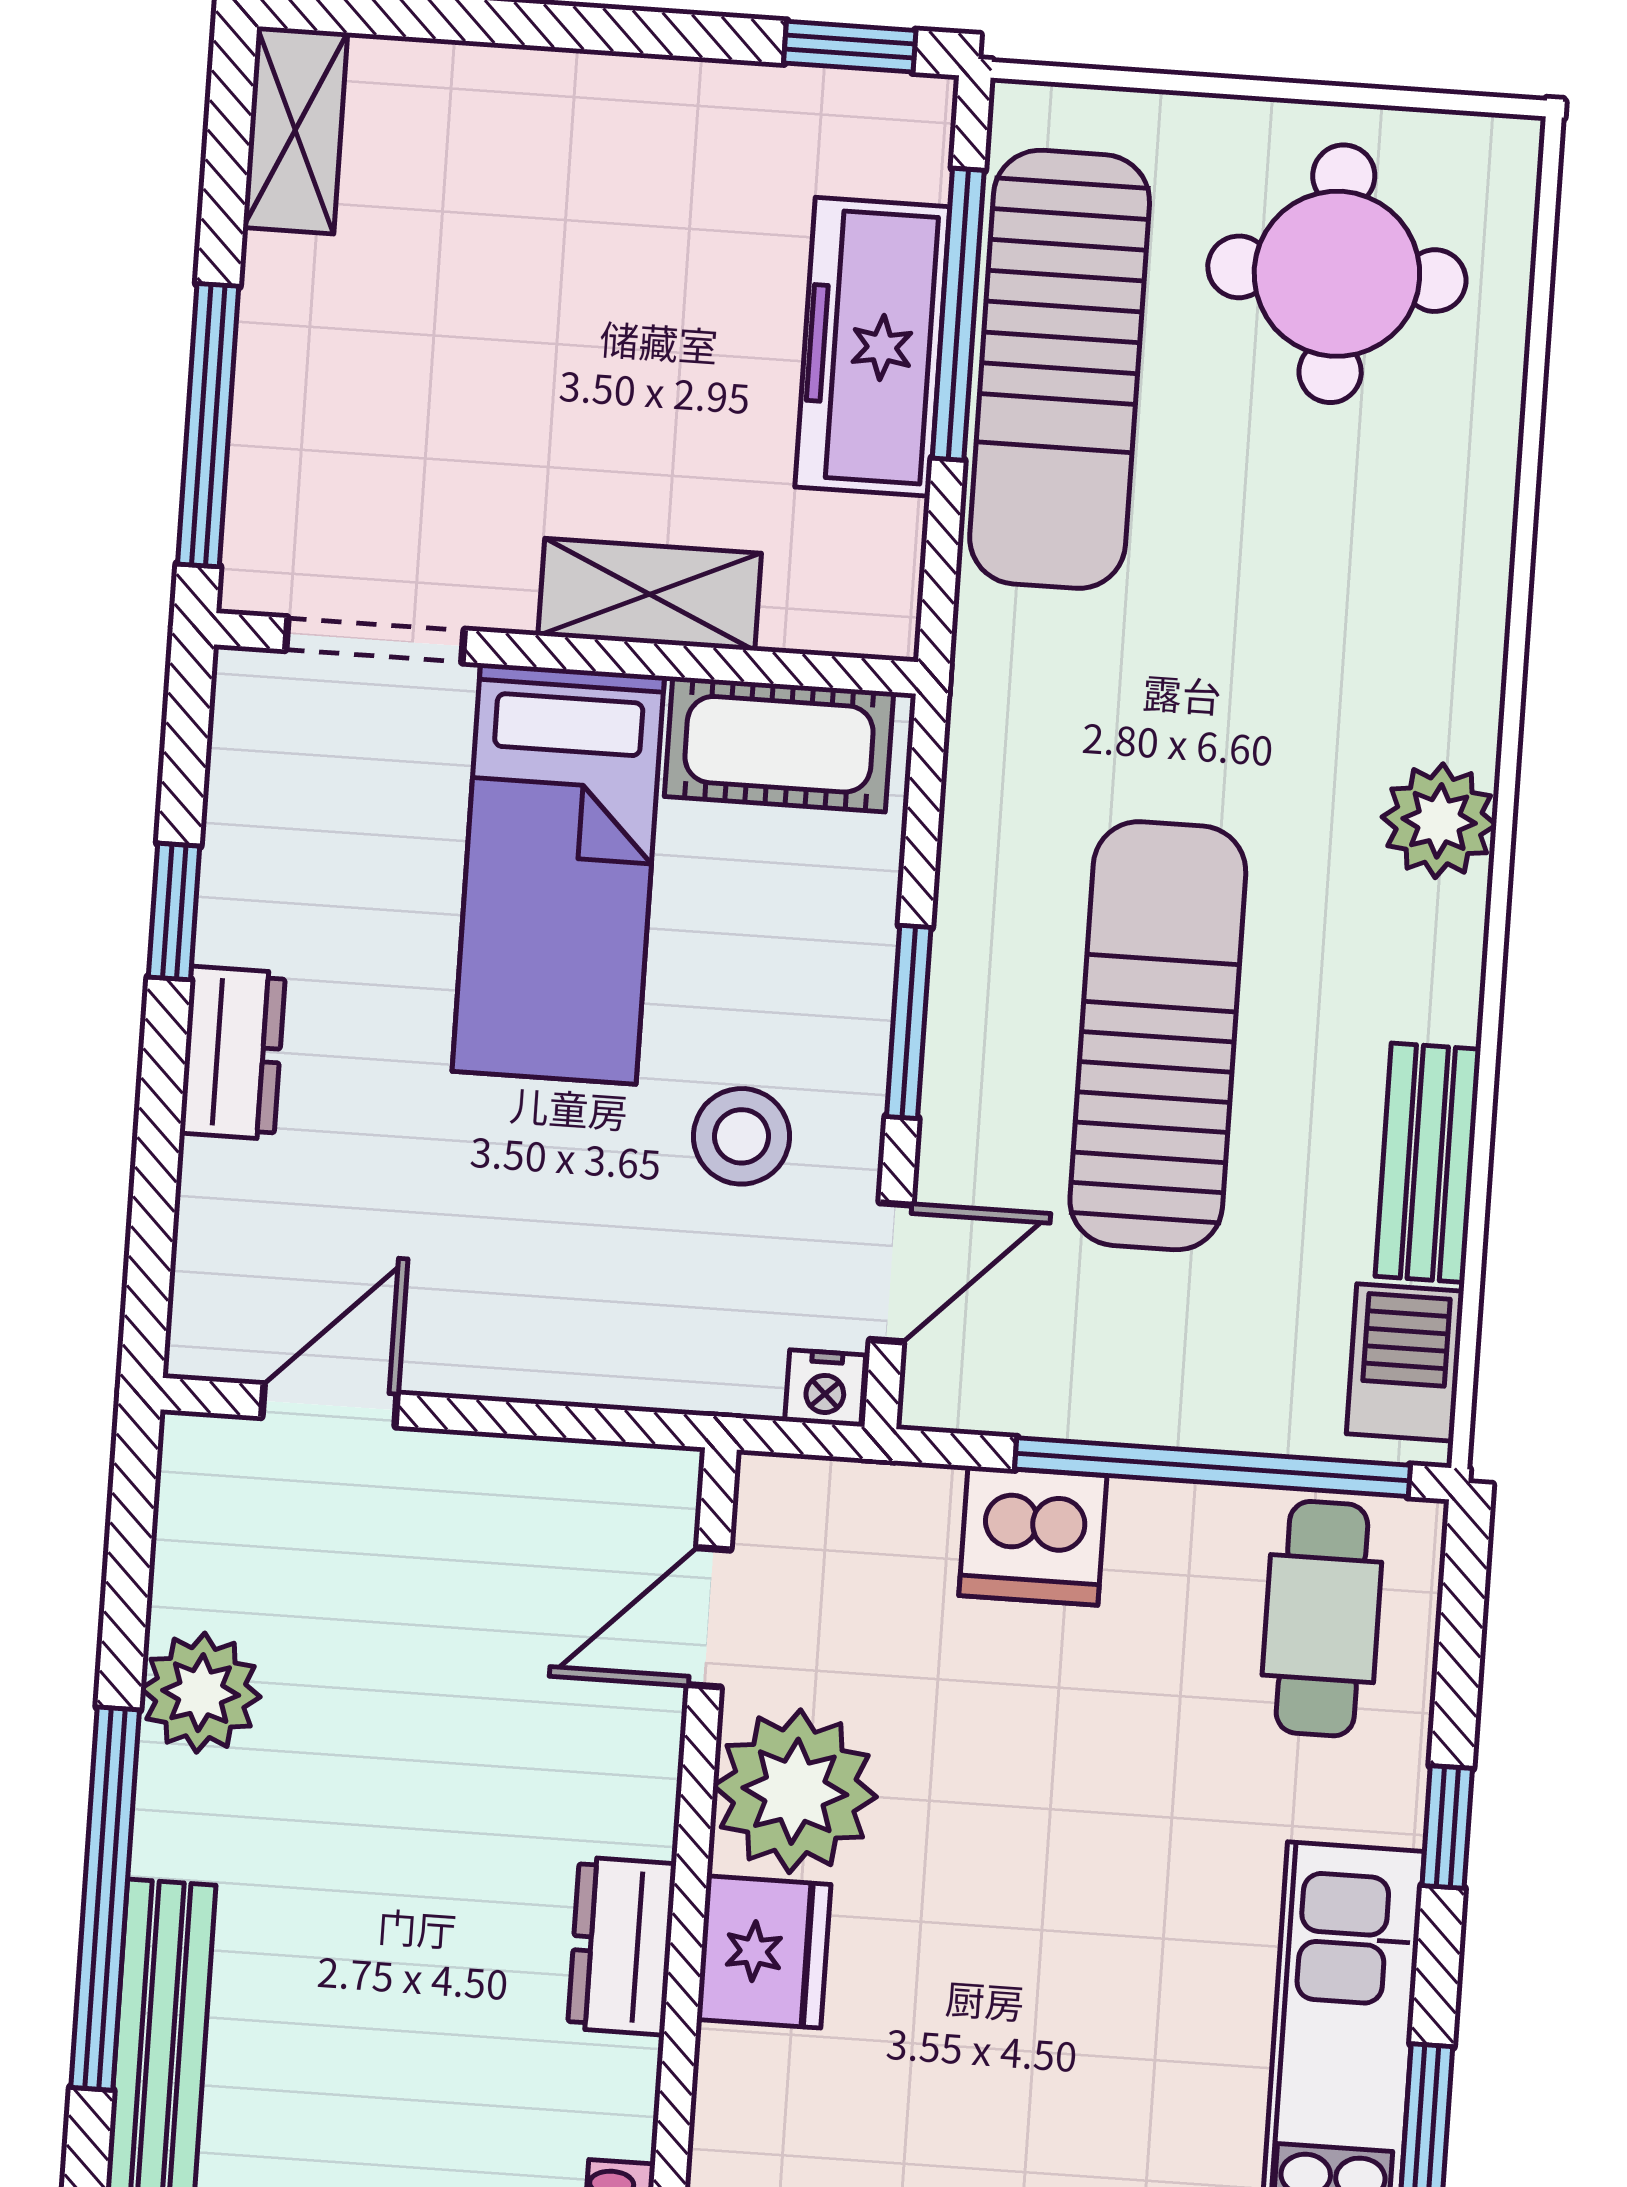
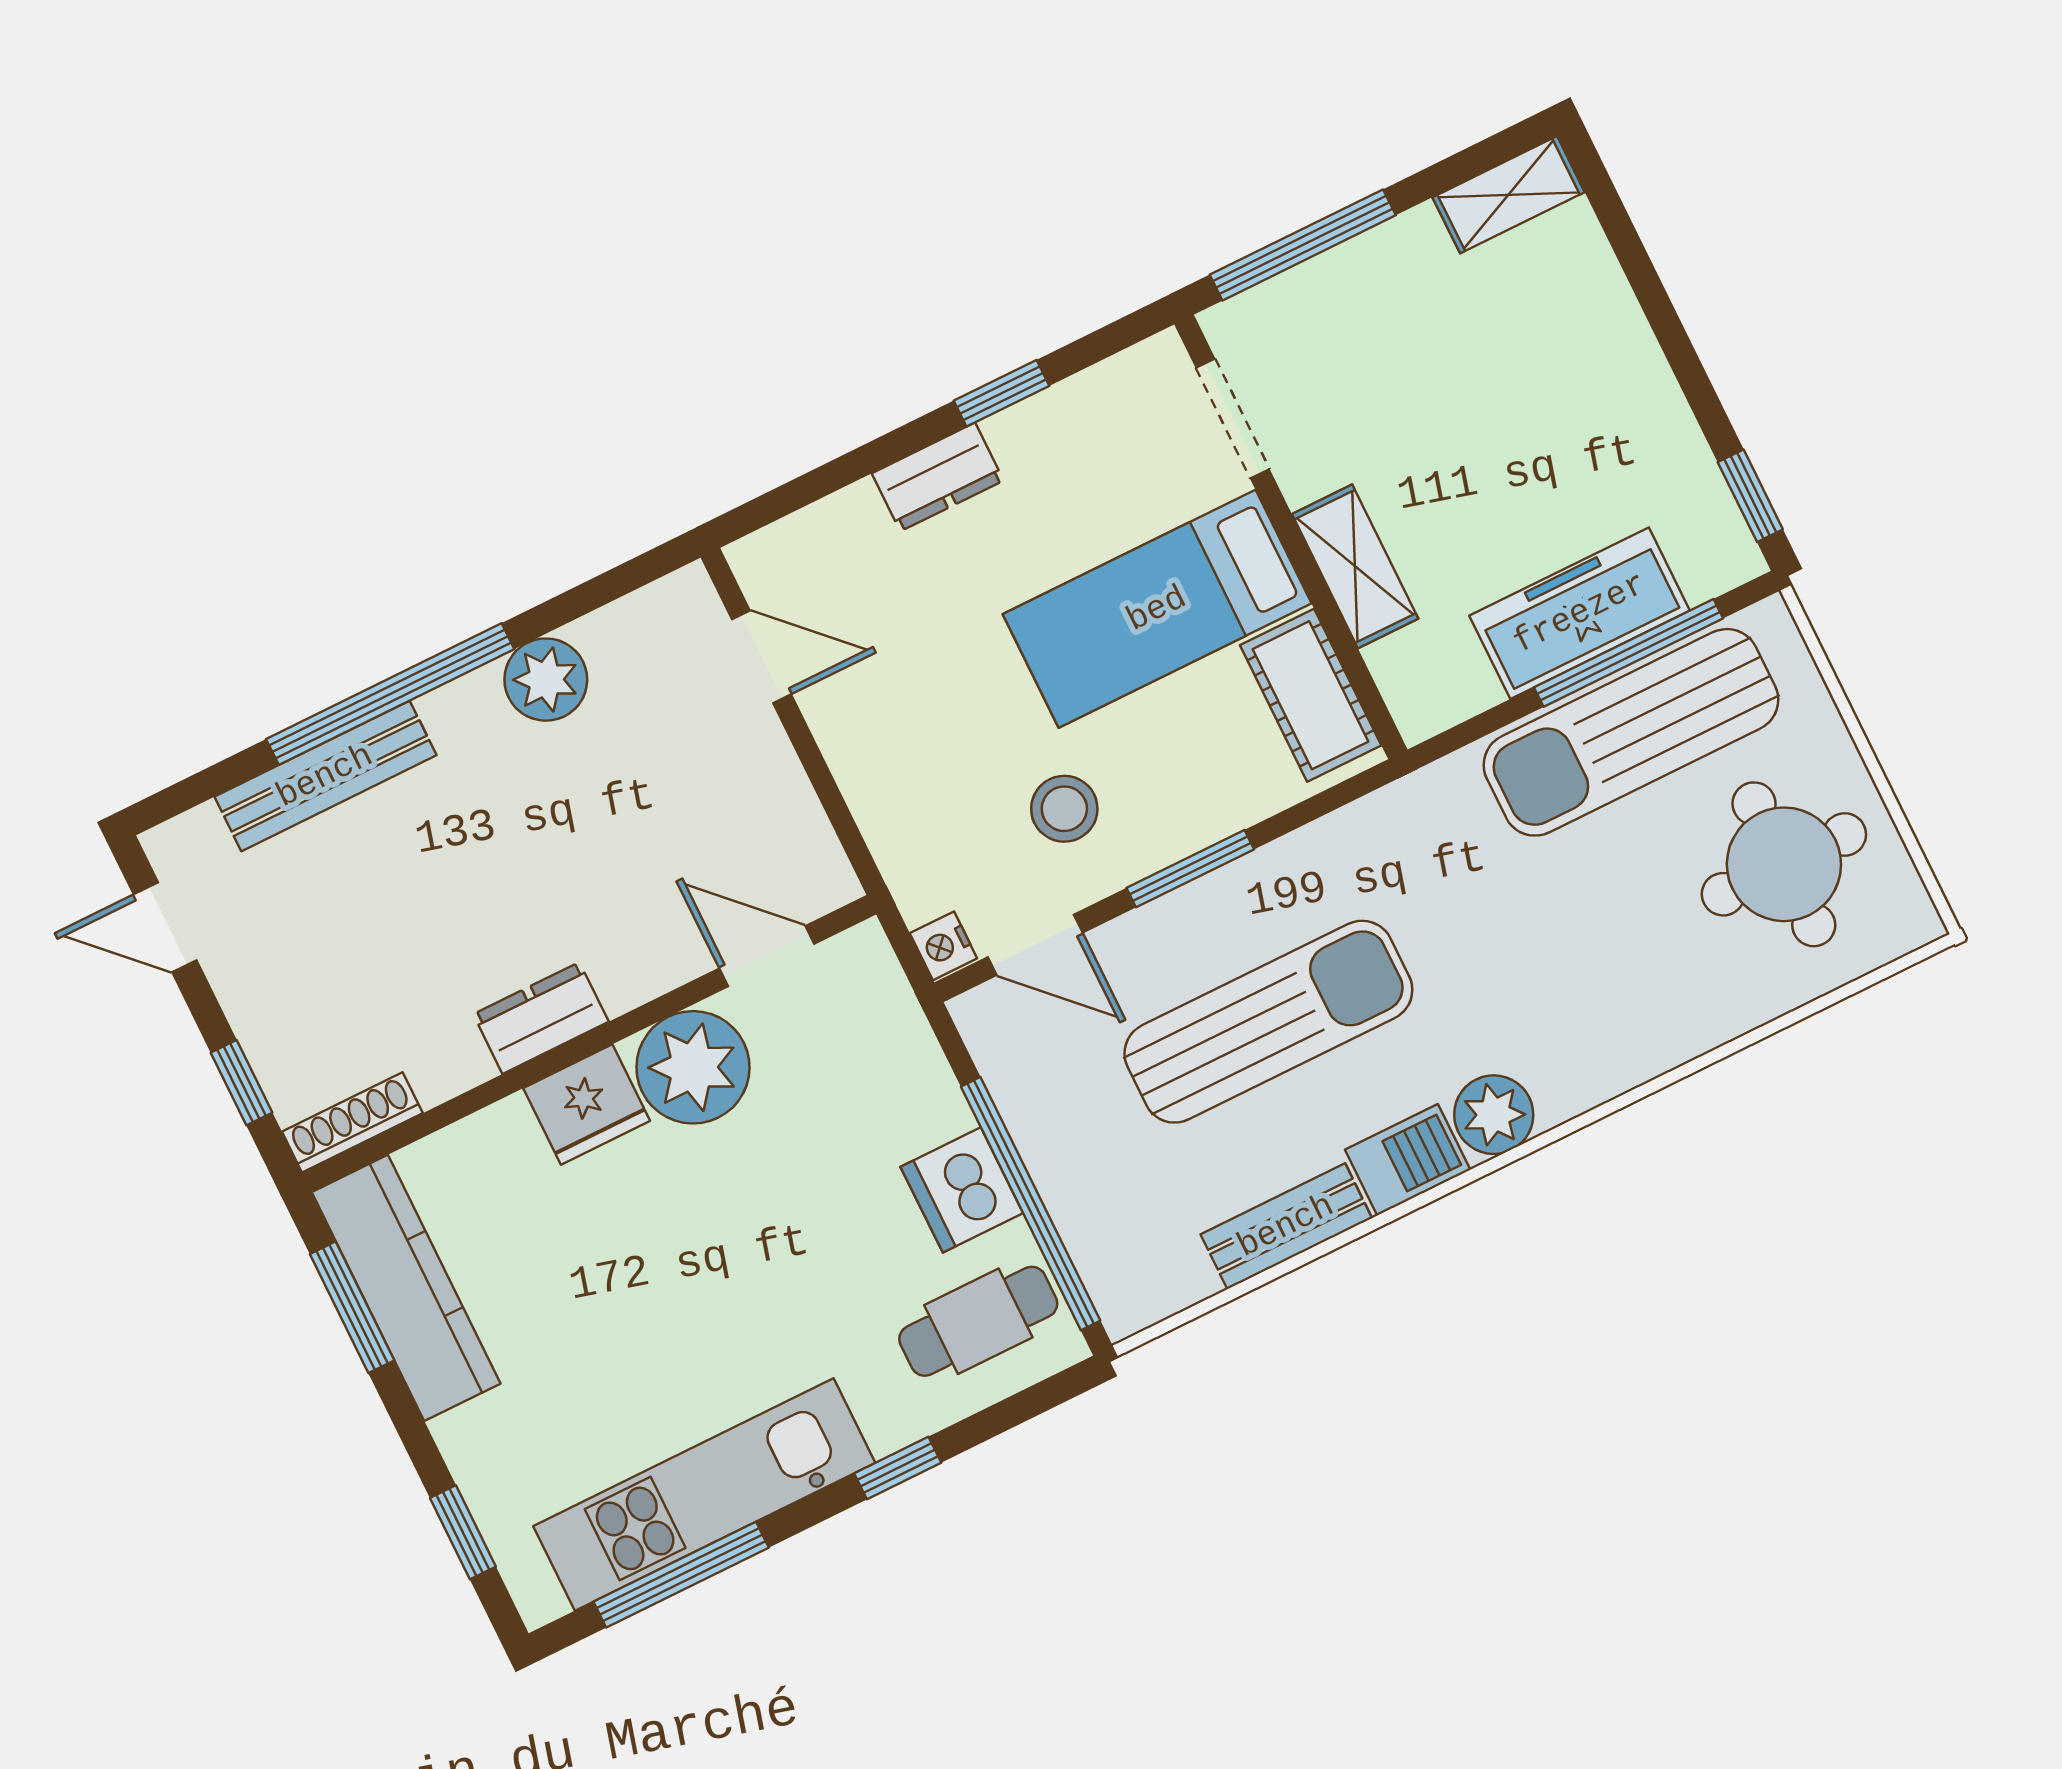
barbecue: (1405, 1362) -> (1408, 1160), moved
dishwasher: (1033, 1536) -> (962, 1190), moved

